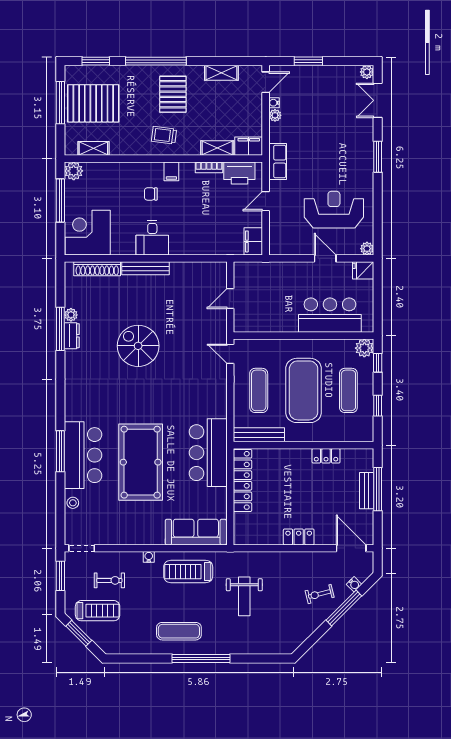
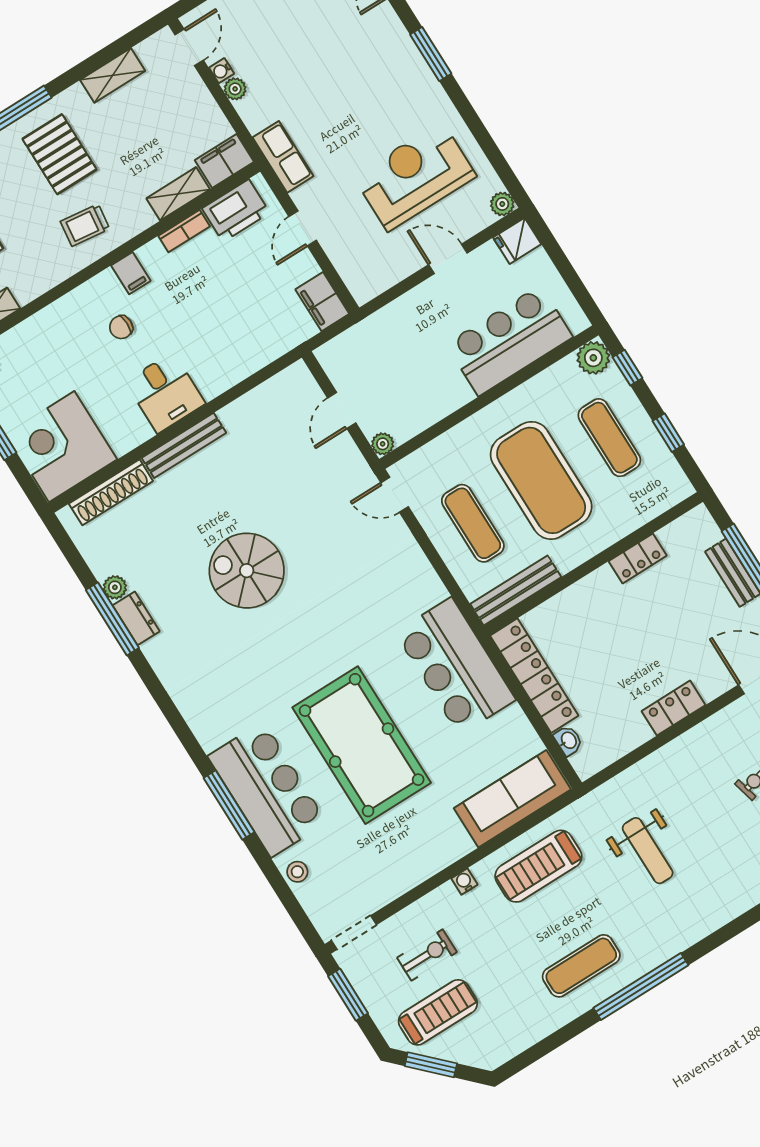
plant: (240, 326) -> (383, 444), added
washbasin: (239, 521) -> (568, 741), added

